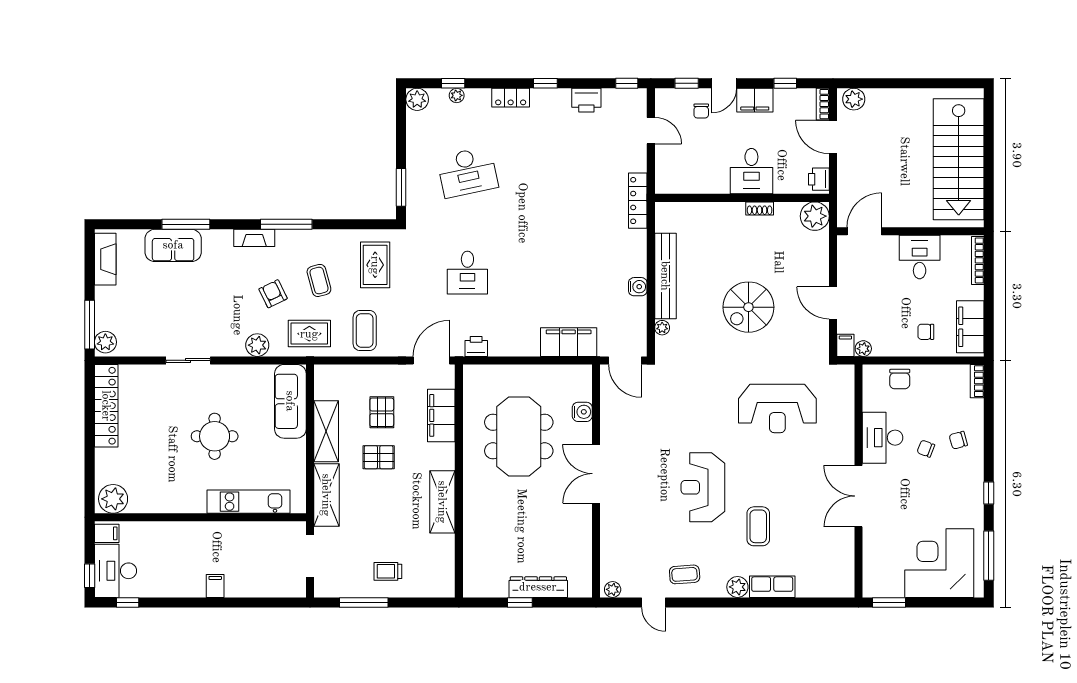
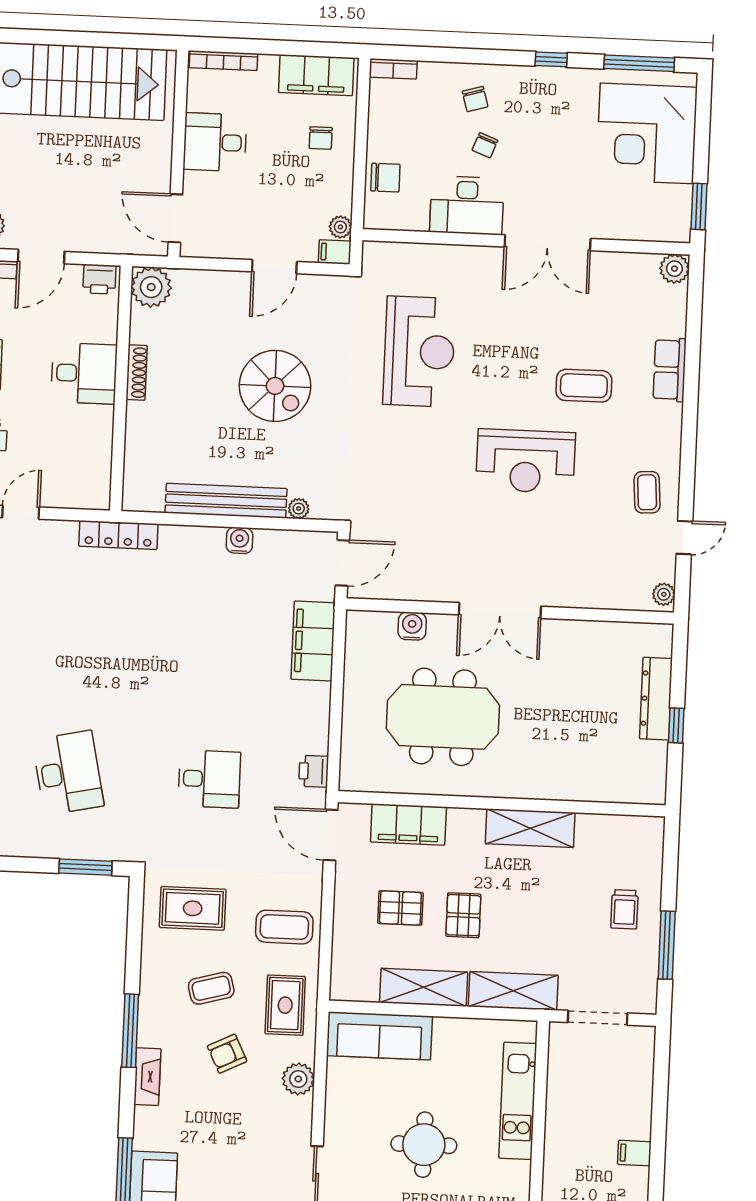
shoe rack: (760, 208) -> (137, 373), width x1.43
plant: (737, 587) -> (674, 269), moved

